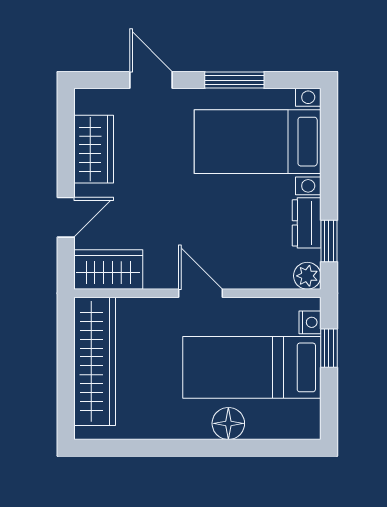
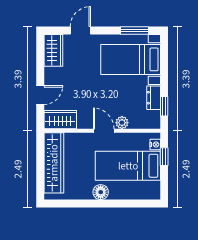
door: (151, 80) -> (80, 30), hinge flipped
window: (234, 80) -> (135, 30), moved
wardrobe: (94, 149) -> (53, 50), moved
plant: (307, 276) -> (122, 123), moved
floor lamp: (228, 423) -> (101, 192), moved

